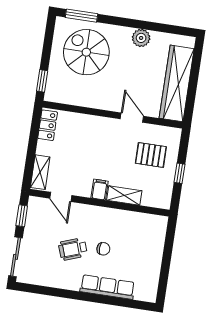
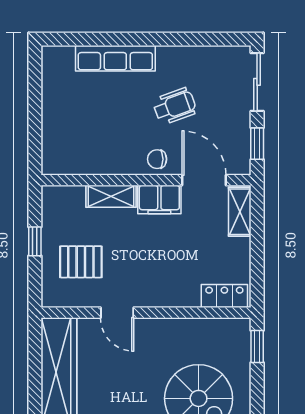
locker: (48, 125) -> (224, 296), moved, turned 90
filing cabinet: (100, 190) -> (159, 200), width x2.00
door: (61, 197) -> (204, 180), width x1.38
chair: (103, 249) -> (157, 159), moved

